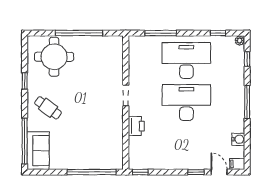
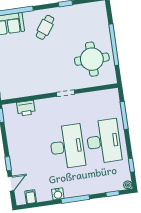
round table: (54, 57) -> (92, 59), moved
printer: (136, 126) -> (26, 108), moved
water cooler: (238, 139) -> (58, 194), moved
filing cabinet: (237, 164) -> (31, 197), moved

